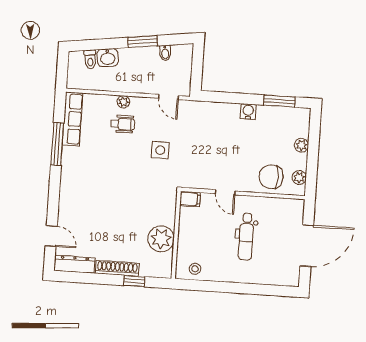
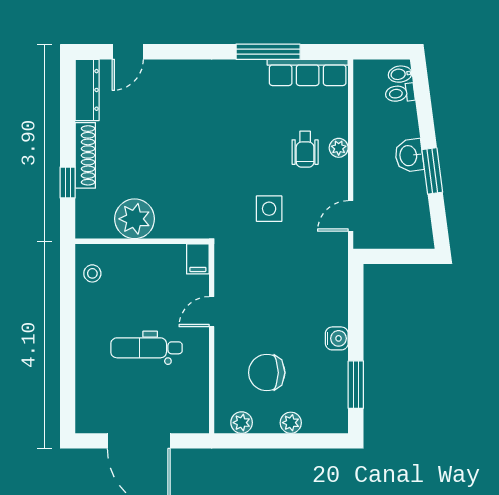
bidet: (165, 53) -> (400, 74), moved
washbasin: (108, 58) -> (409, 156), moved
chair: (271, 177) -> (267, 373), moved, turned -90

